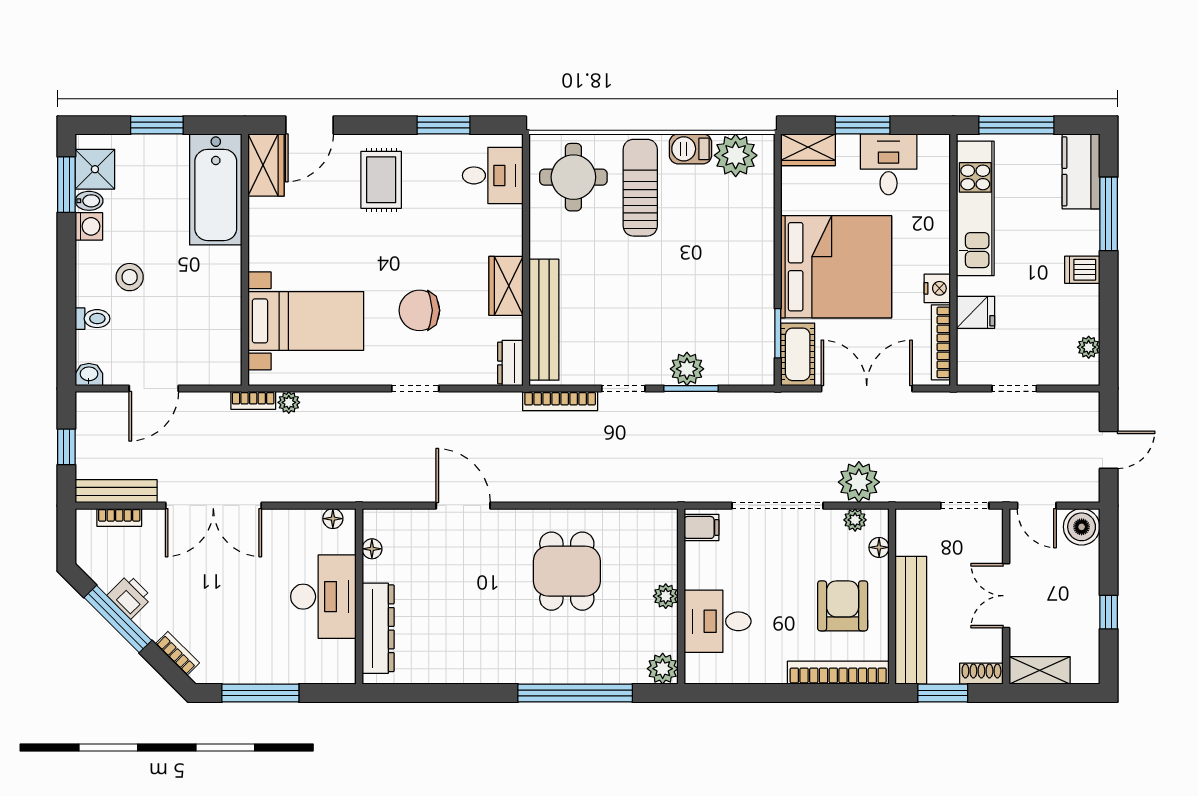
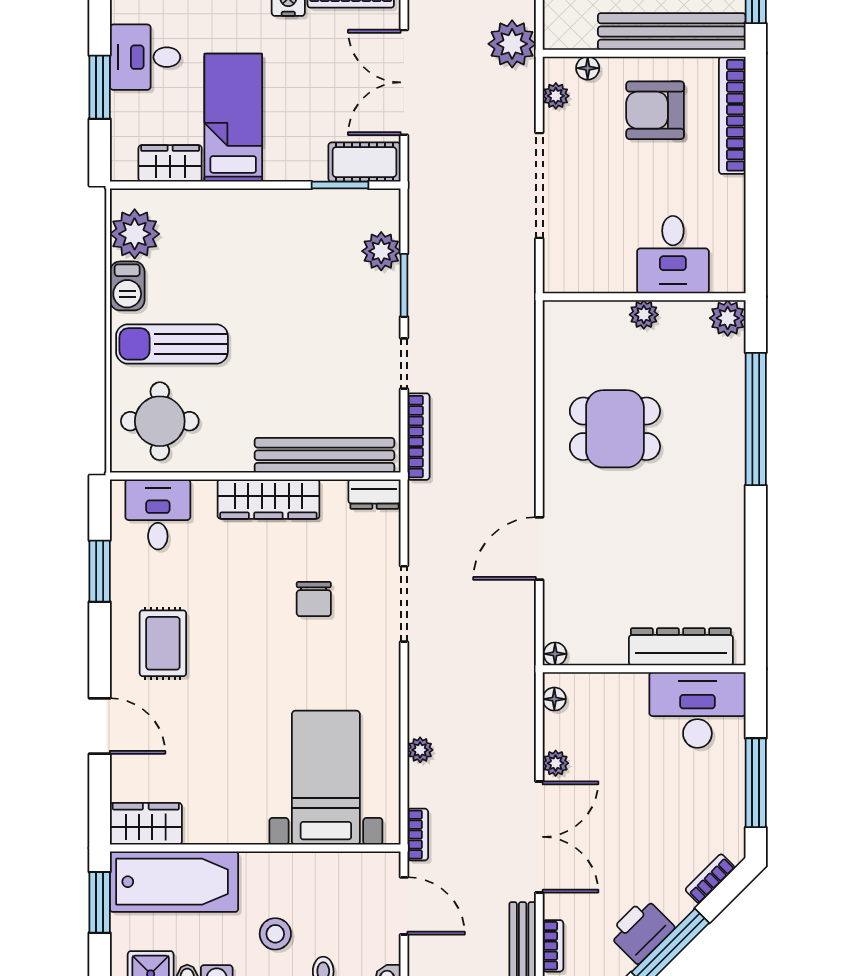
wardrobe: (808, 150) -> (170, 163), moved, turned -90
wardrobe: (266, 165) -> (146, 824), moved
rug: (381, 180) -> (163, 643), turned 90
bathtub: (216, 189) -> (174, 882), moved
wall: (245, 260) -> (255, 848), moved
bed: (836, 267) -> (233, 118), width x0.49
wardrobe: (506, 286) -> (268, 499), width x1.50
chair: (419, 310) -> (314, 599), width x0.73, depth x0.73
bed with nightstands: (306, 321) -> (326, 778), moved
plant: (687, 369) -> (381, 251), moved
doorway: (415, 389) -> (404, 604), width x1.38
bookcase: (253, 400) -> (418, 835), moved
plant: (859, 482) -> (512, 44), moved
plant: (277, 520) -> (556, 763), added
filing cabinet: (701, 527) -> (565, 273), removed
floor lamp: (372, 549) -> (555, 654), moved
printer: (130, 596) -> (641, 931), width x1.36, depth x1.24
desk: (323, 597) -> (697, 710), moved

